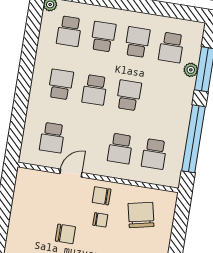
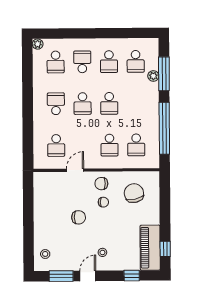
school desk: (137, 42) -> (109, 62), turned 180
school desk: (129, 95) -> (109, 103), turned 180

